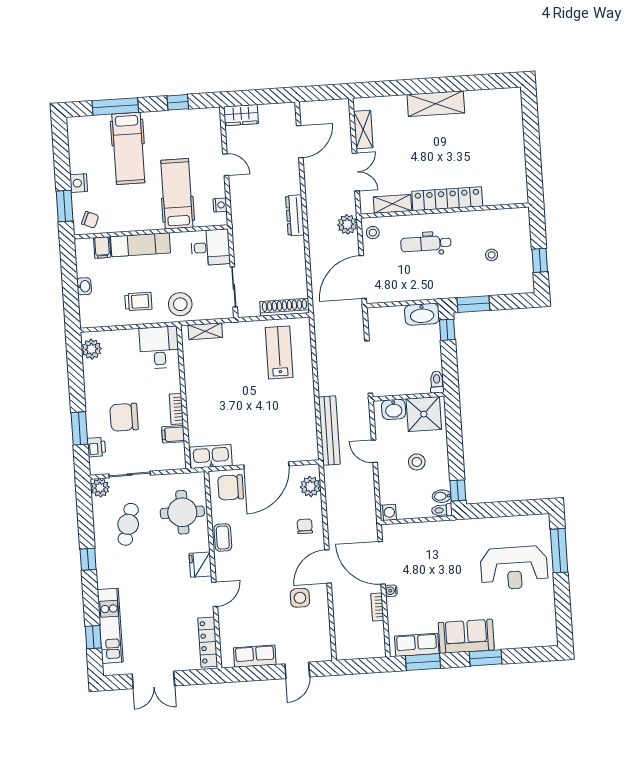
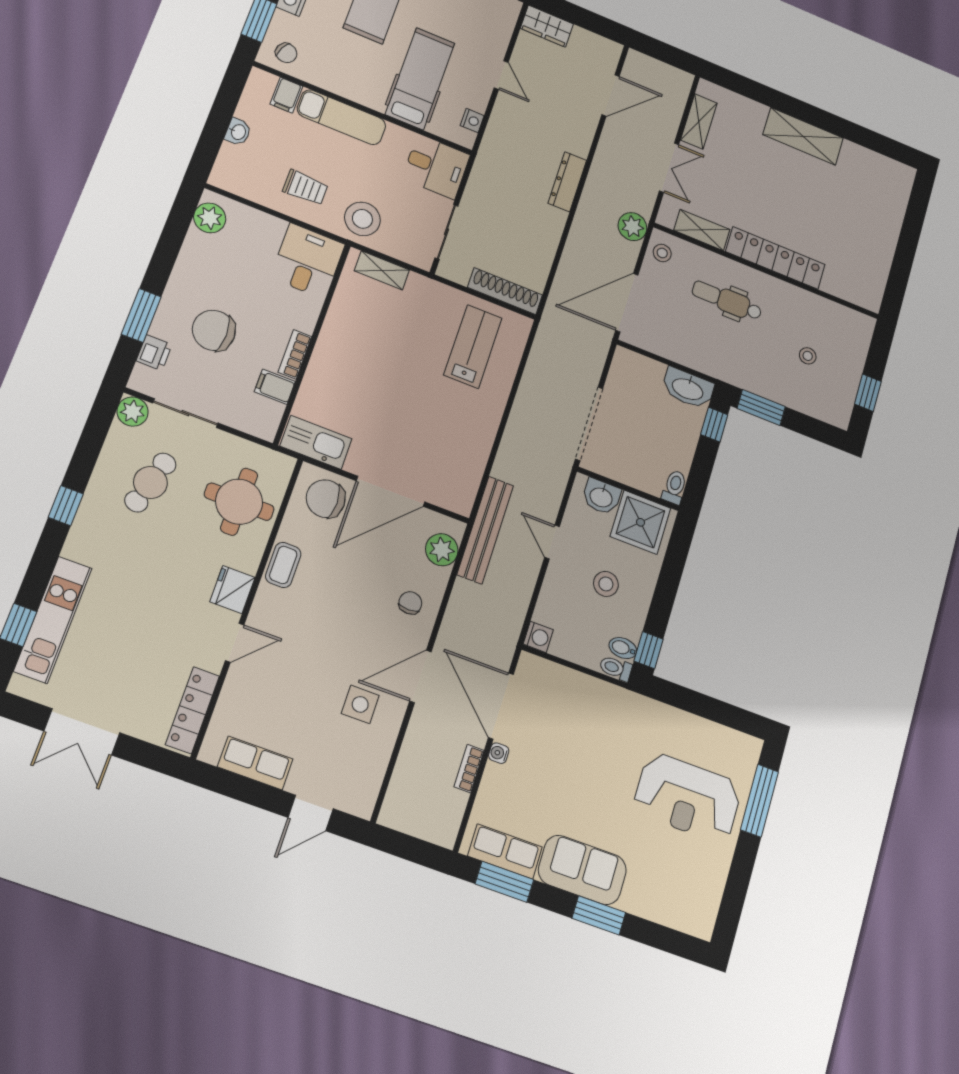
bench: (329, 431) -> (485, 530), moved

